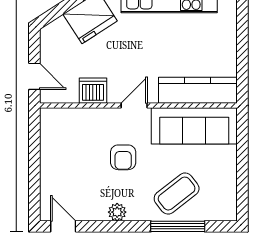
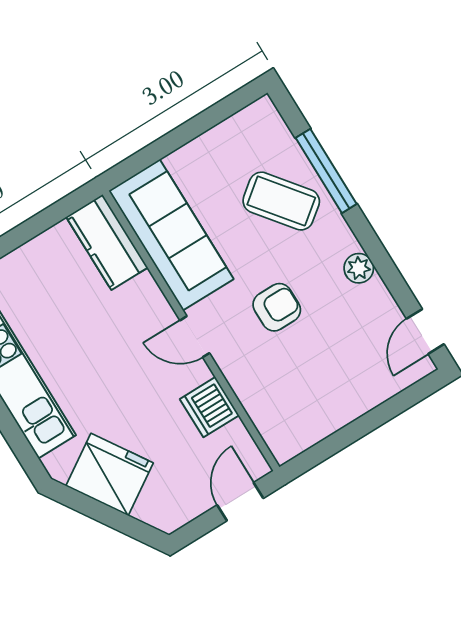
kitchen counter: (198, 90) -> (107, 242), width x0.67

